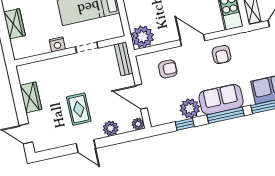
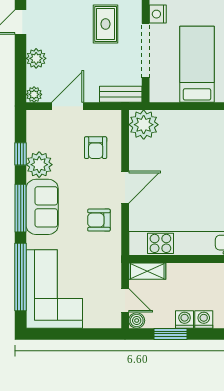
doorway: (87, 47) -> (146, 51), width x1.87
rug: (79, 109) -> (106, 24), moved, turned 90

